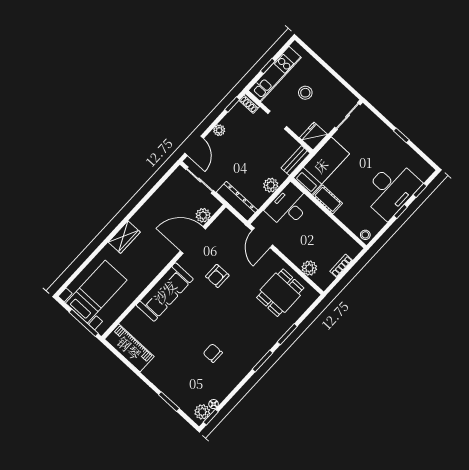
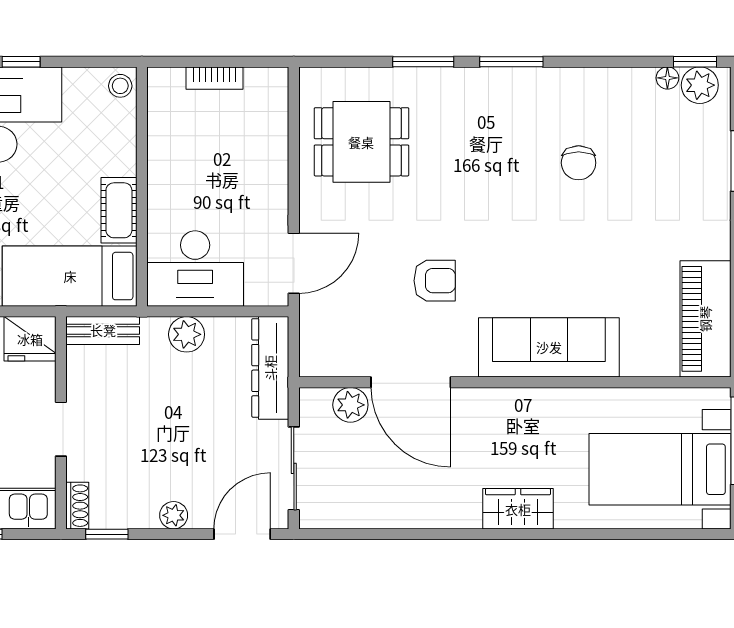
plant: (309, 268) -> (270, 131), removed

